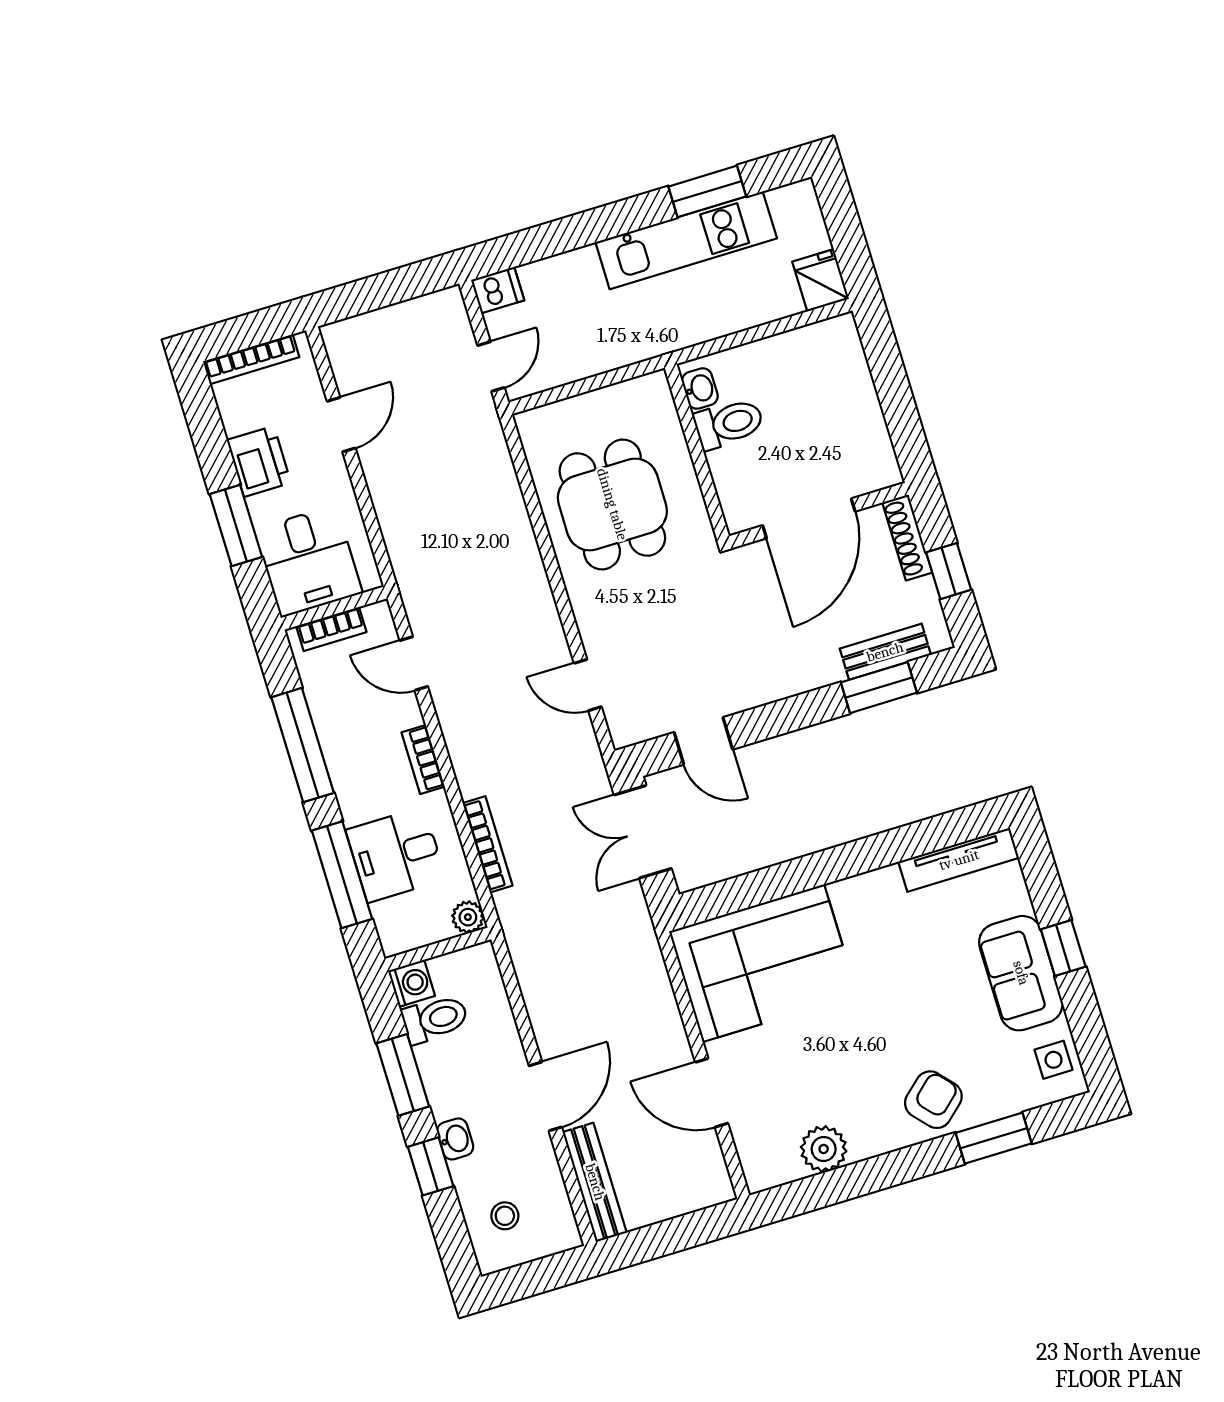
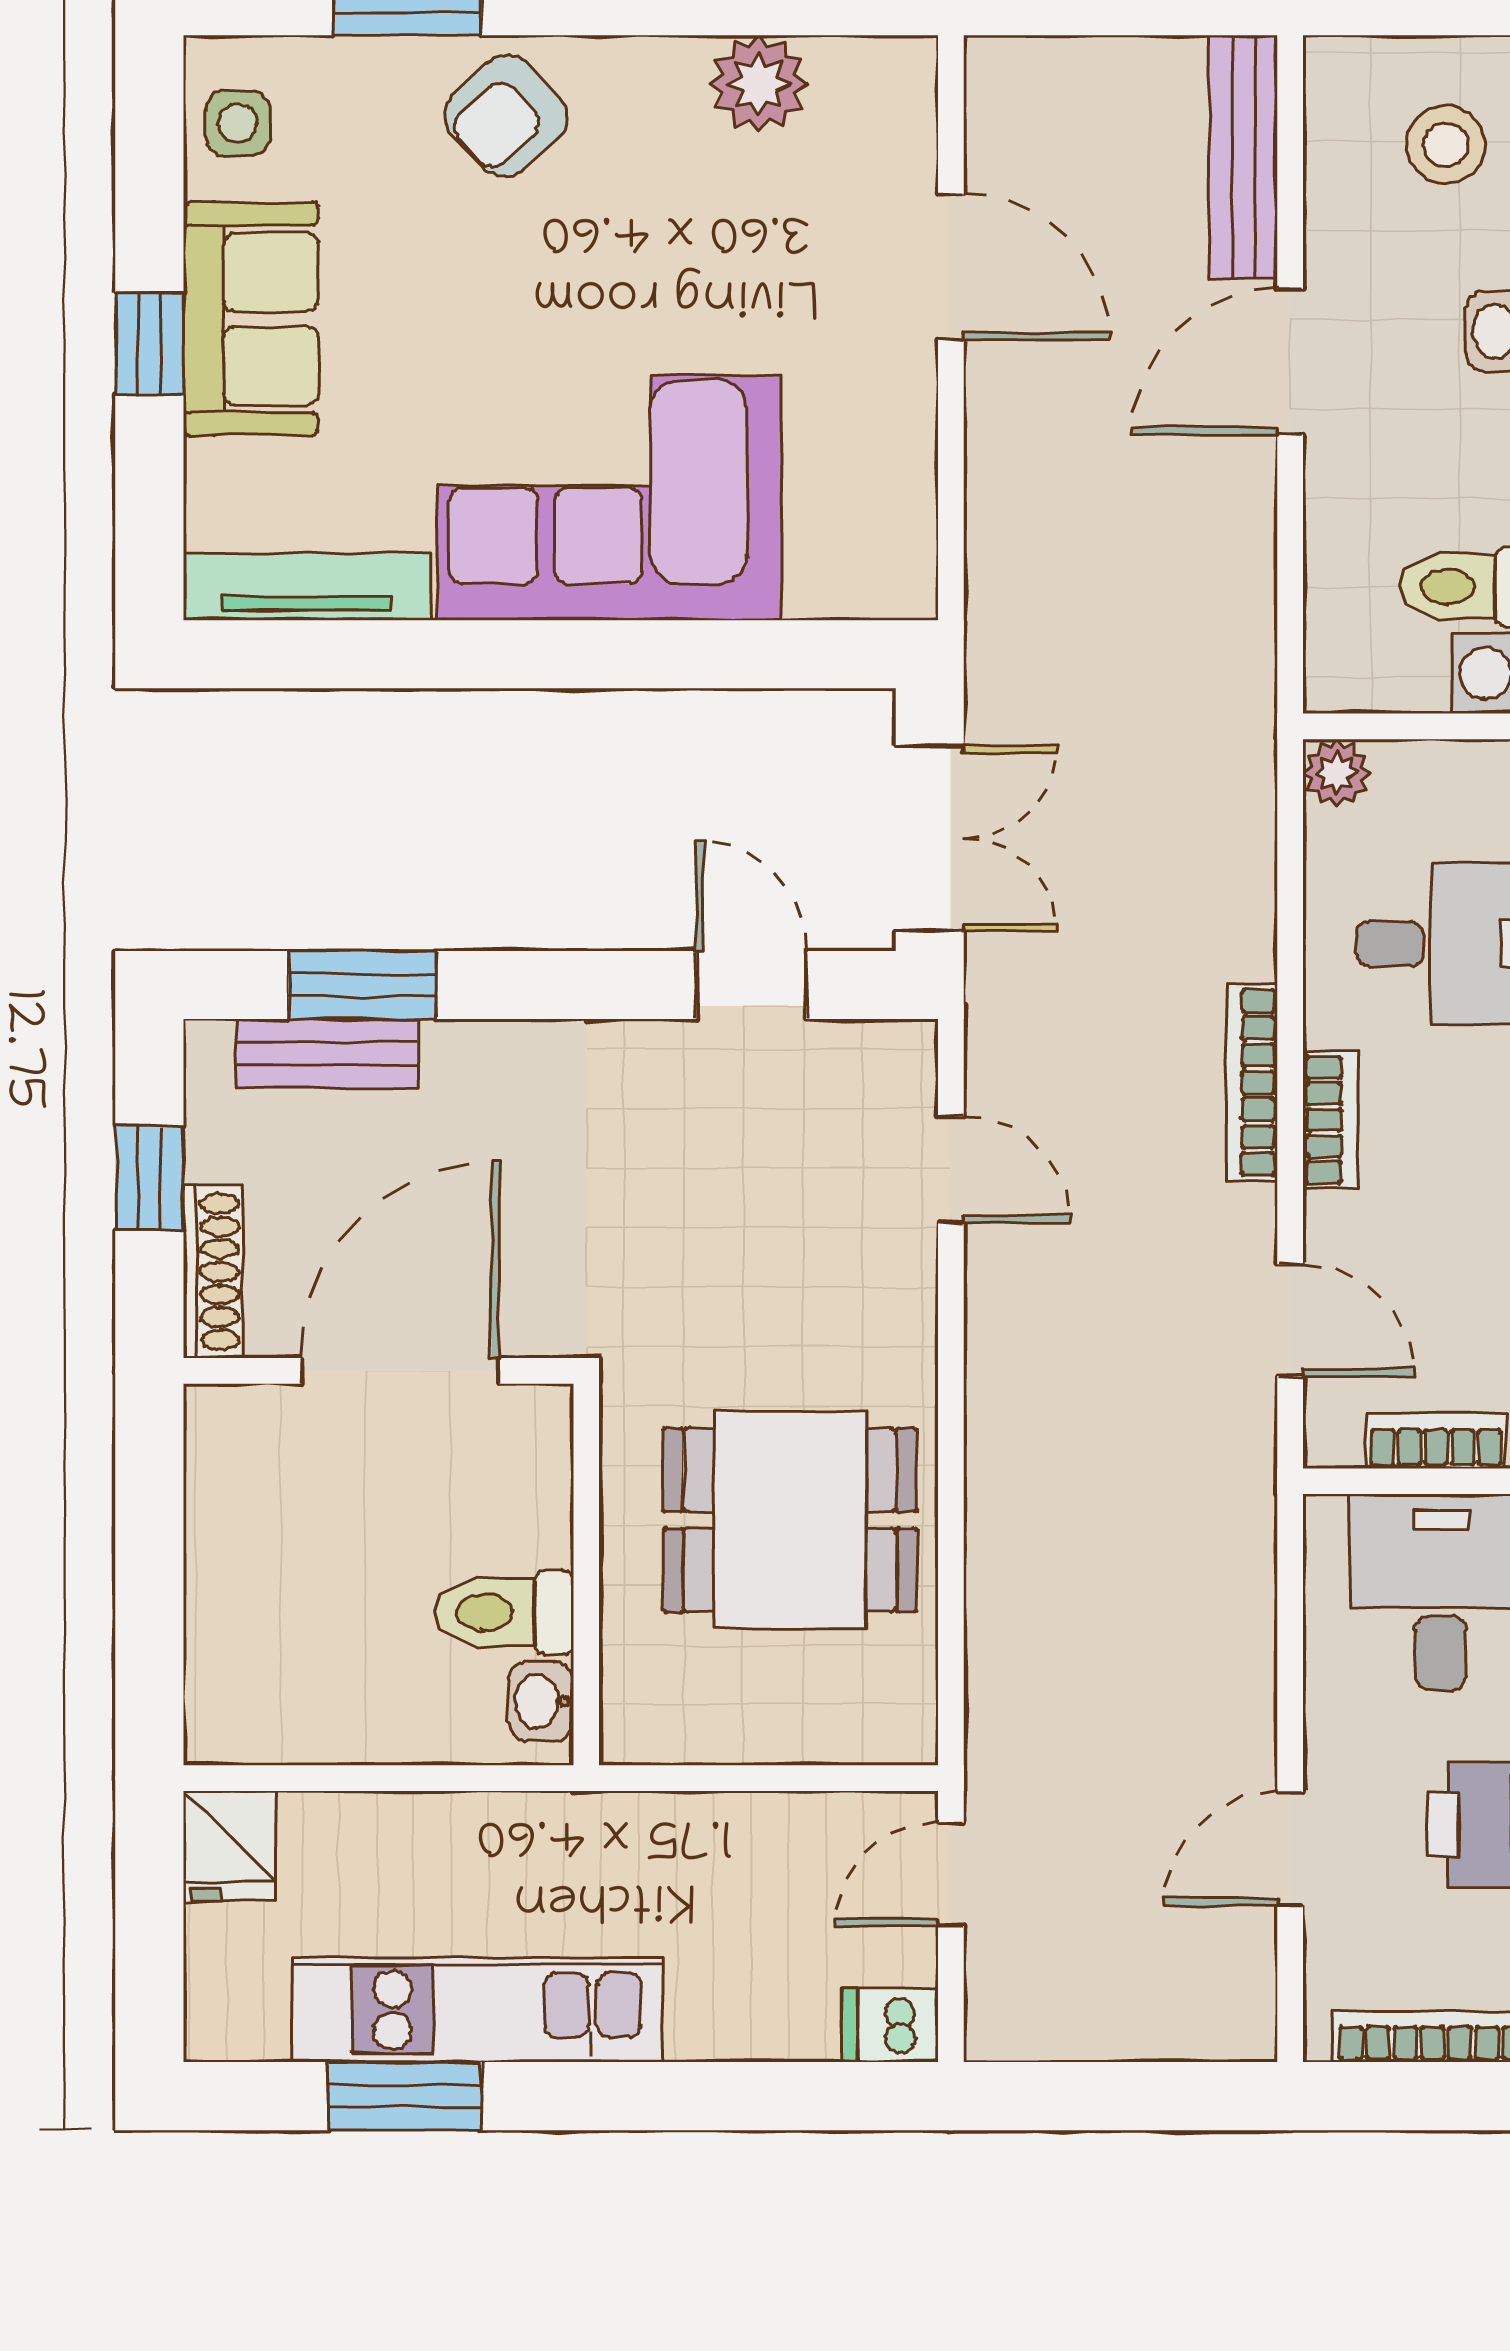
dining table: (612, 504) -> (790, 1520), turned 90
bookcase: (488, 844) -> (1252, 1083), moved
corner sofa: (763, 963) -> (609, 498), moved
stool: (505, 1216) -> (1446, 145), width x1.37, depth x1.37

